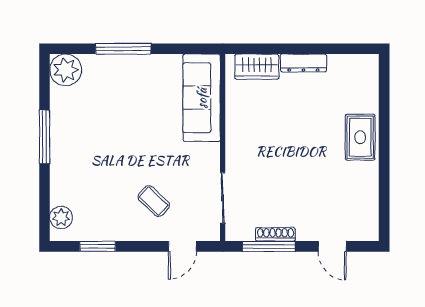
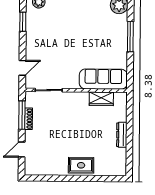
wardrobe: (257, 67) -> (101, 99), moved, turned -90
coffee table: (154, 201) -> (47, 52), removed
door: (182, 246) -> (22, 68), swing flipped

